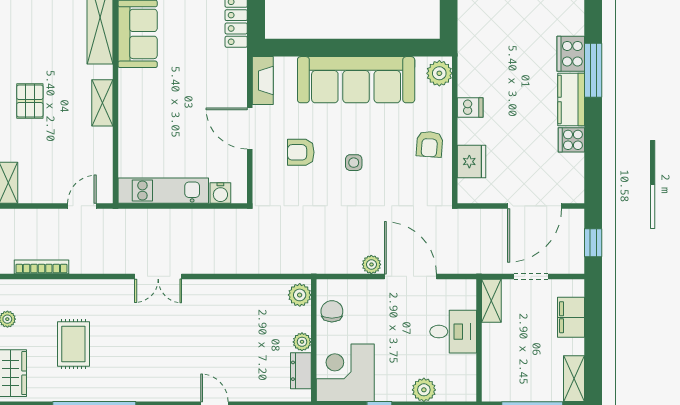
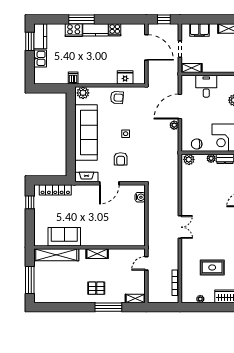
dishwasher: (470, 107) -> (73, 78), moved
kitchen unit: (163, 191) -> (139, 225), removed
door: (82, 206) -> (146, 263), hinge flipped

